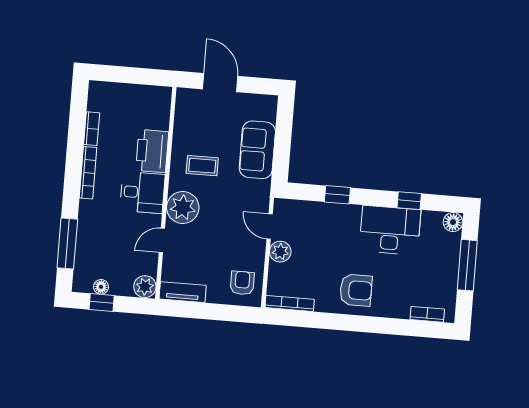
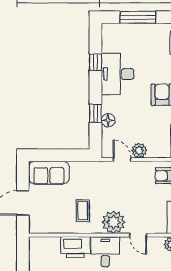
sofa: (257, 150) -> (49, 173), moved
floor lamp: (453, 222) -> (108, 120), moved
door: (270, 227) -> (122, 160), swing flipped

